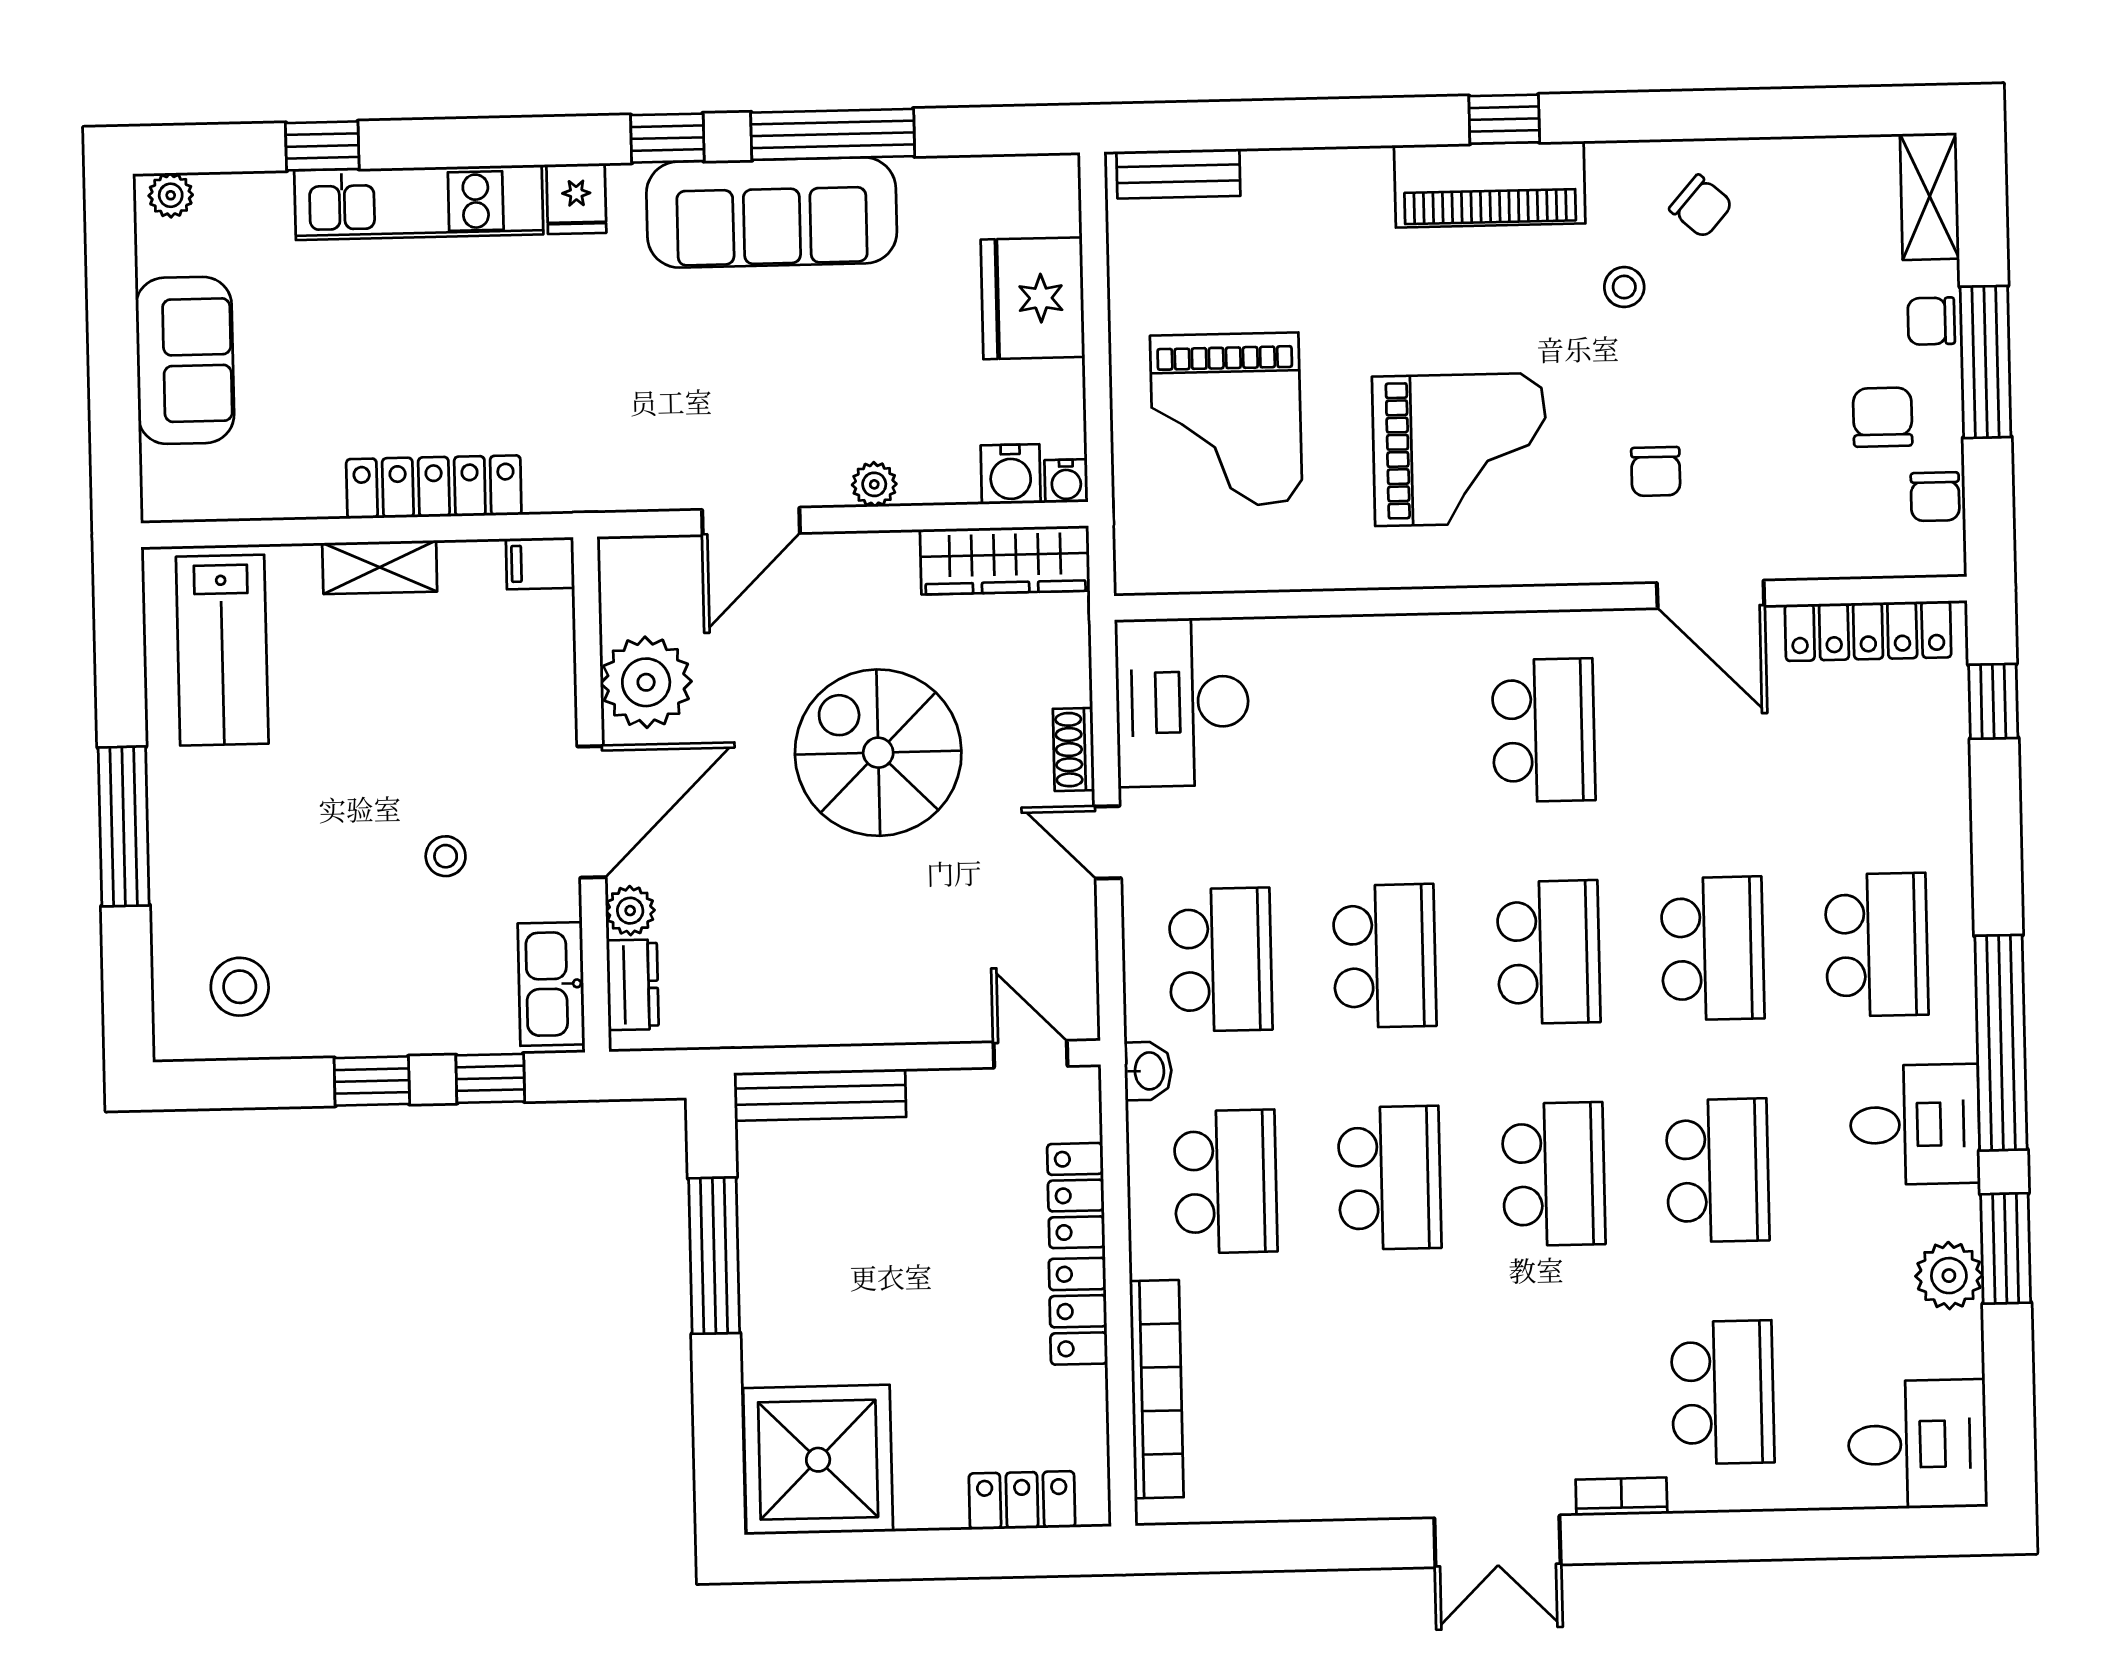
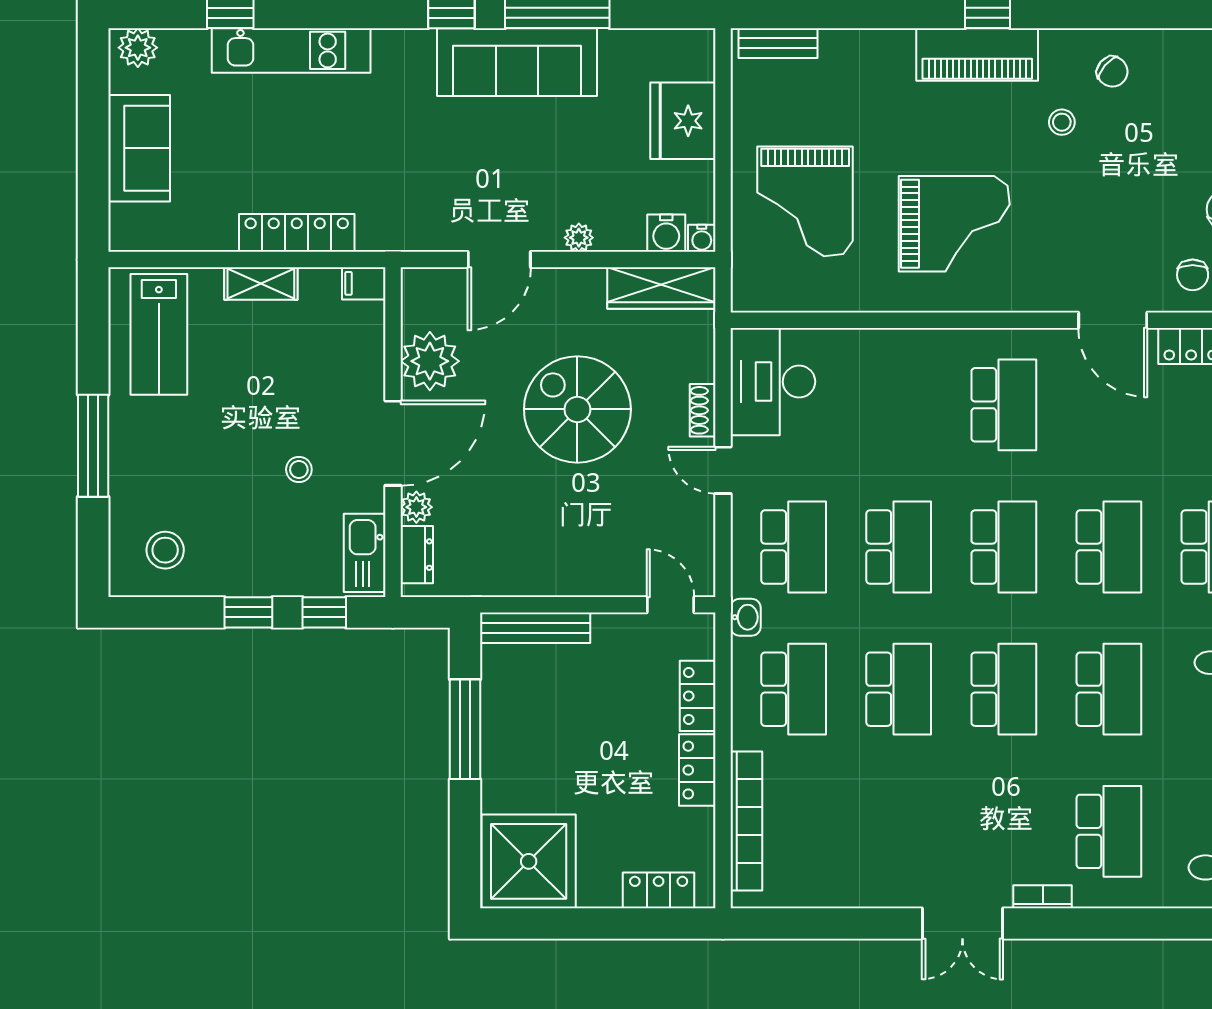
plant: (171, 195) -> (138, 48), width x1.38, depth x1.38
fridge: (576, 199) -> (392, 50), removed
chair: (1656, 471) -> (1193, 275), moved

